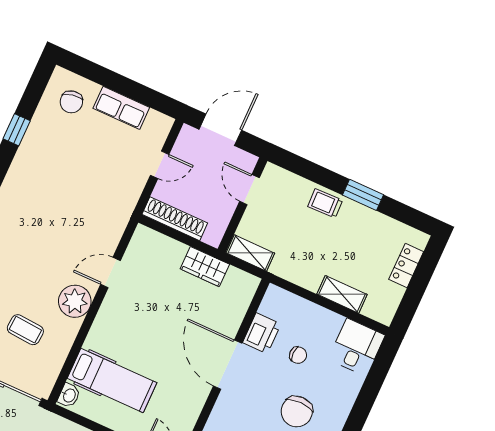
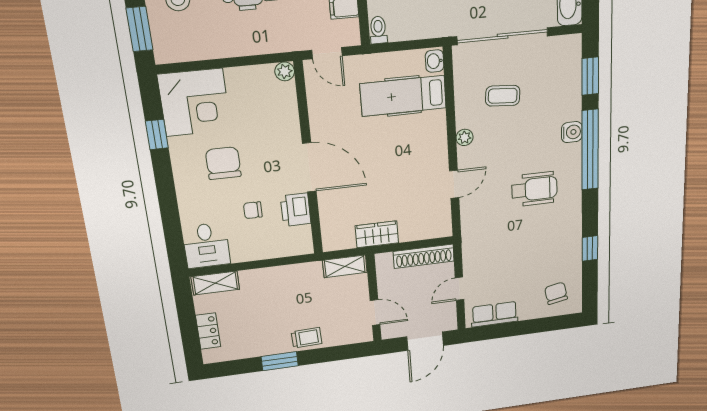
row of seats: (121, 108) -> (495, 314), moved
wheelchair: (40, 223) -> (534, 189), added
shelving: (342, 294) -> (215, 283), moved
plant: (75, 301) -> (464, 137), width x0.53, depth x0.53

